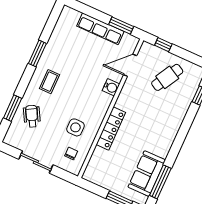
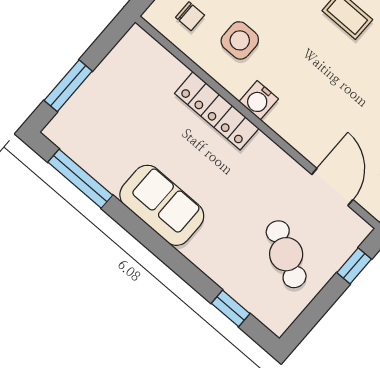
water cooler: (111, 87) -> (259, 100), moved
sofa: (147, 174) -> (162, 205), moved

